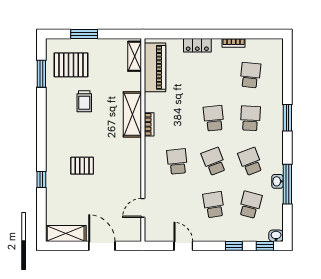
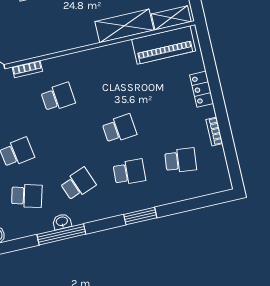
shelving: (132, 114) -> (124, 26), moved
bookcase: (149, 124) -> (27, 69), moved
school desk: (214, 161) -> (68, 141), removed

